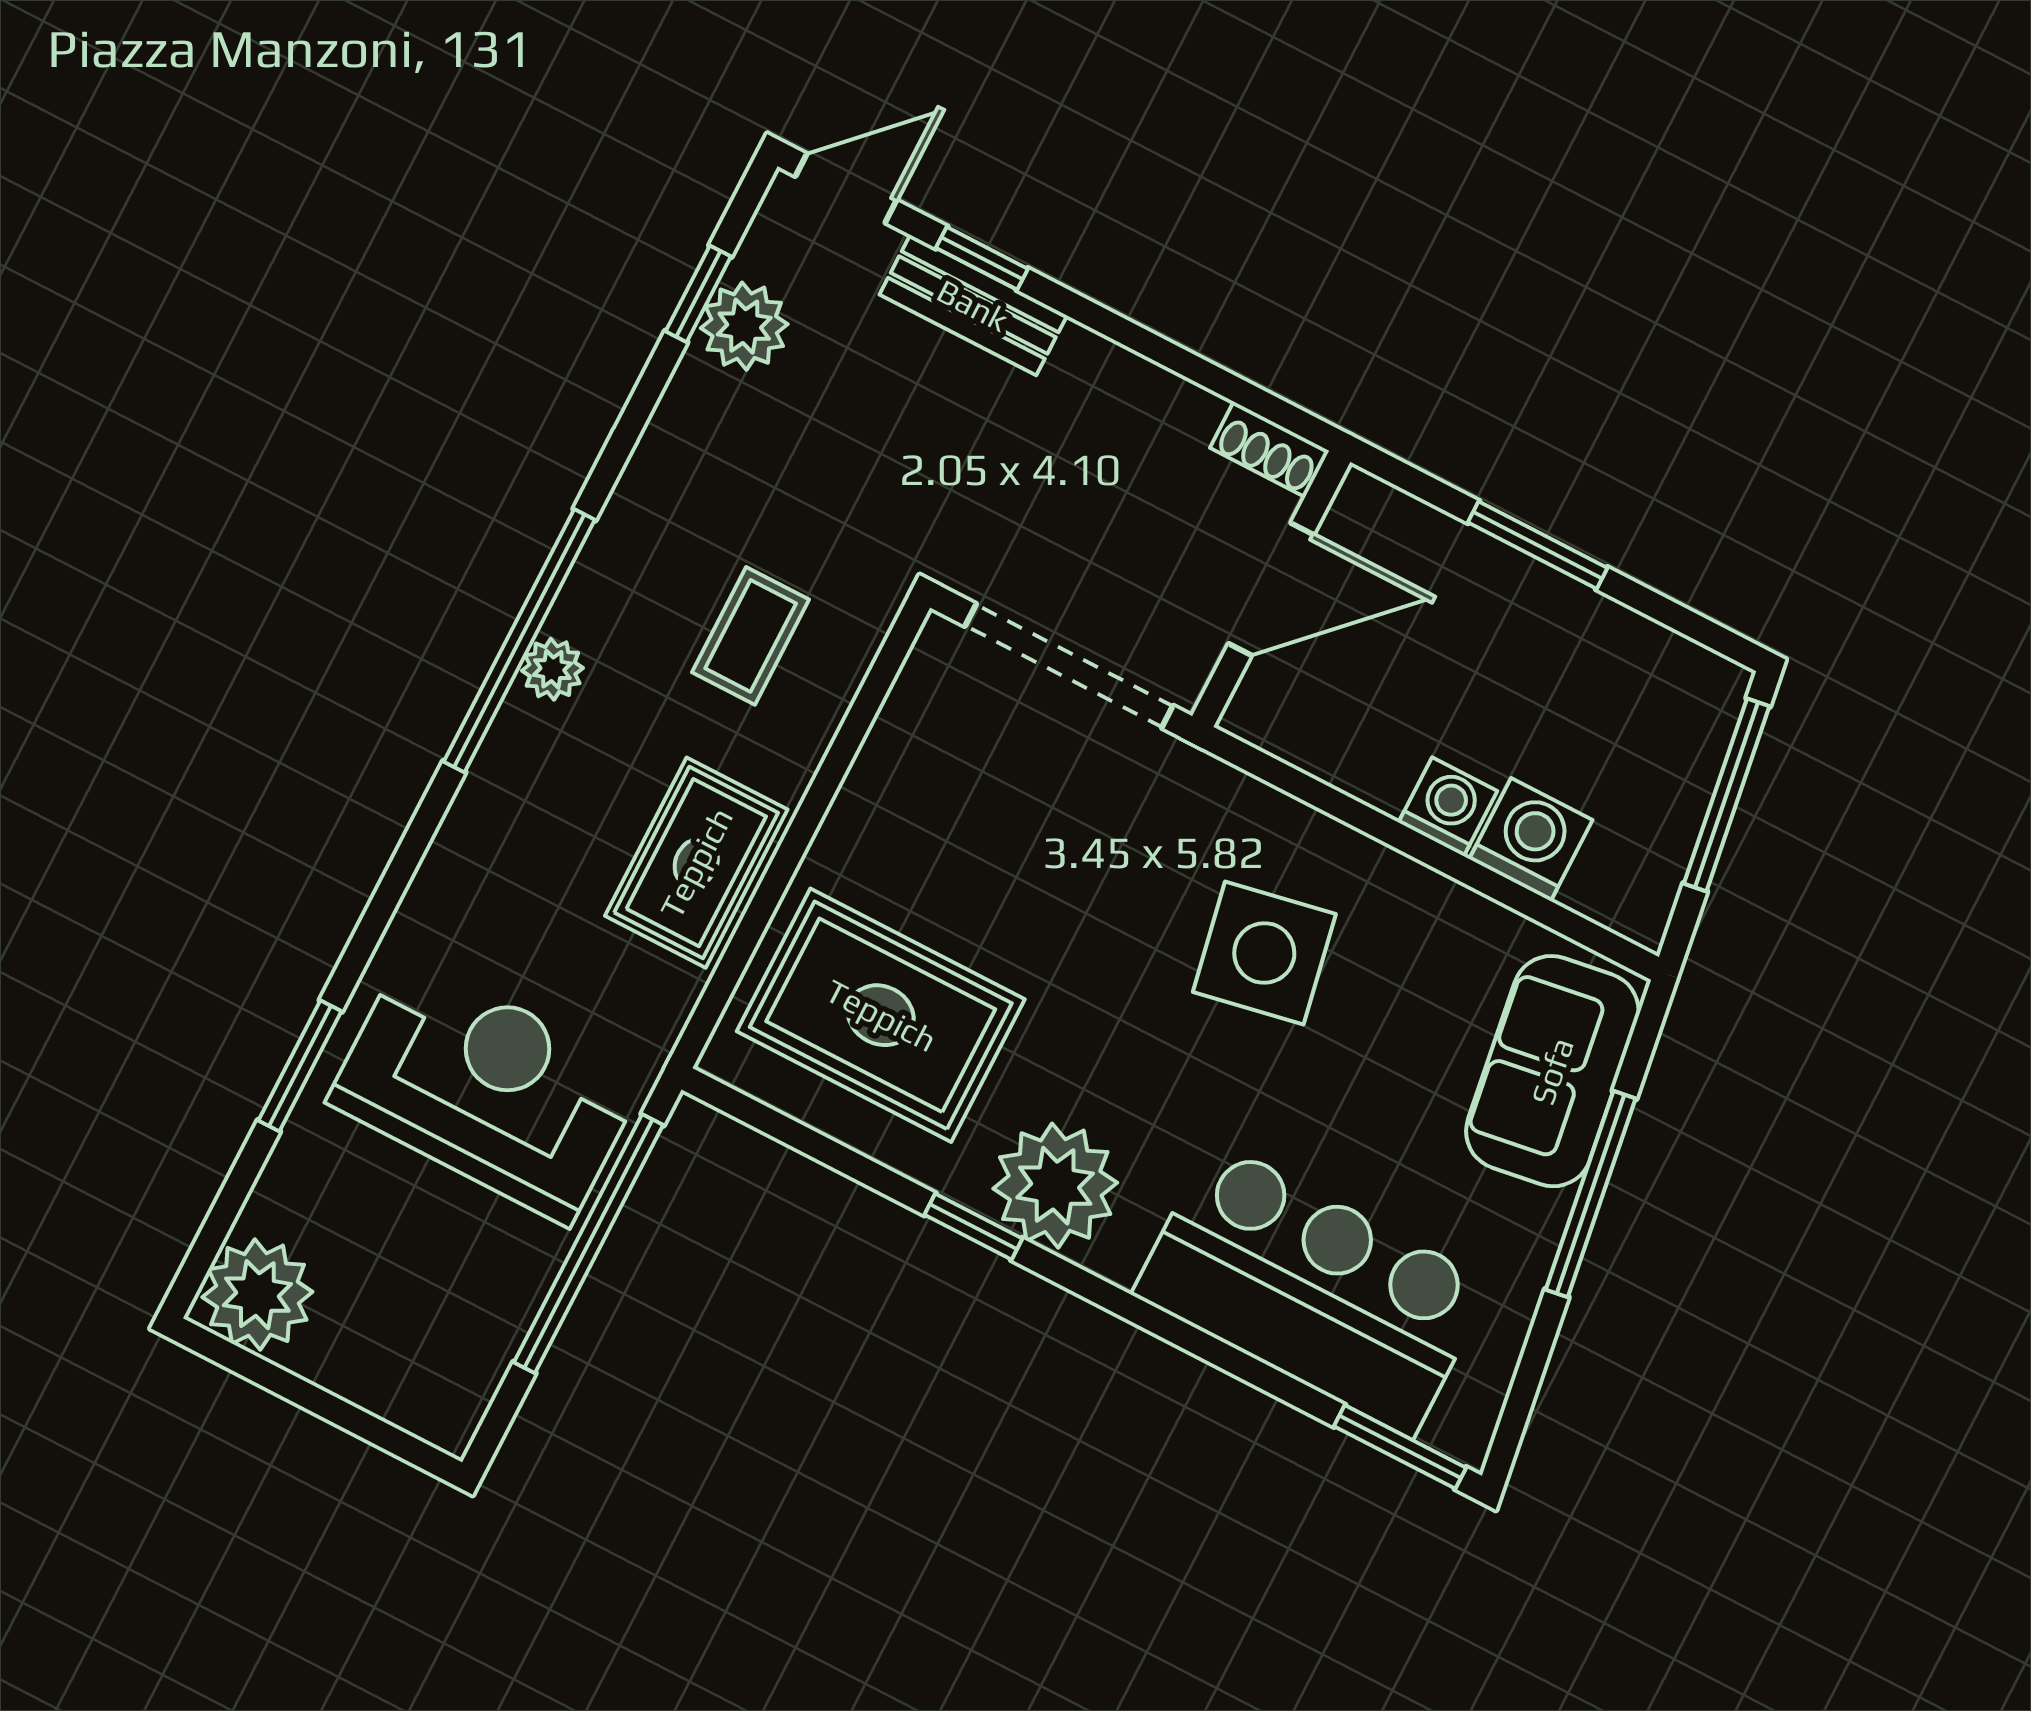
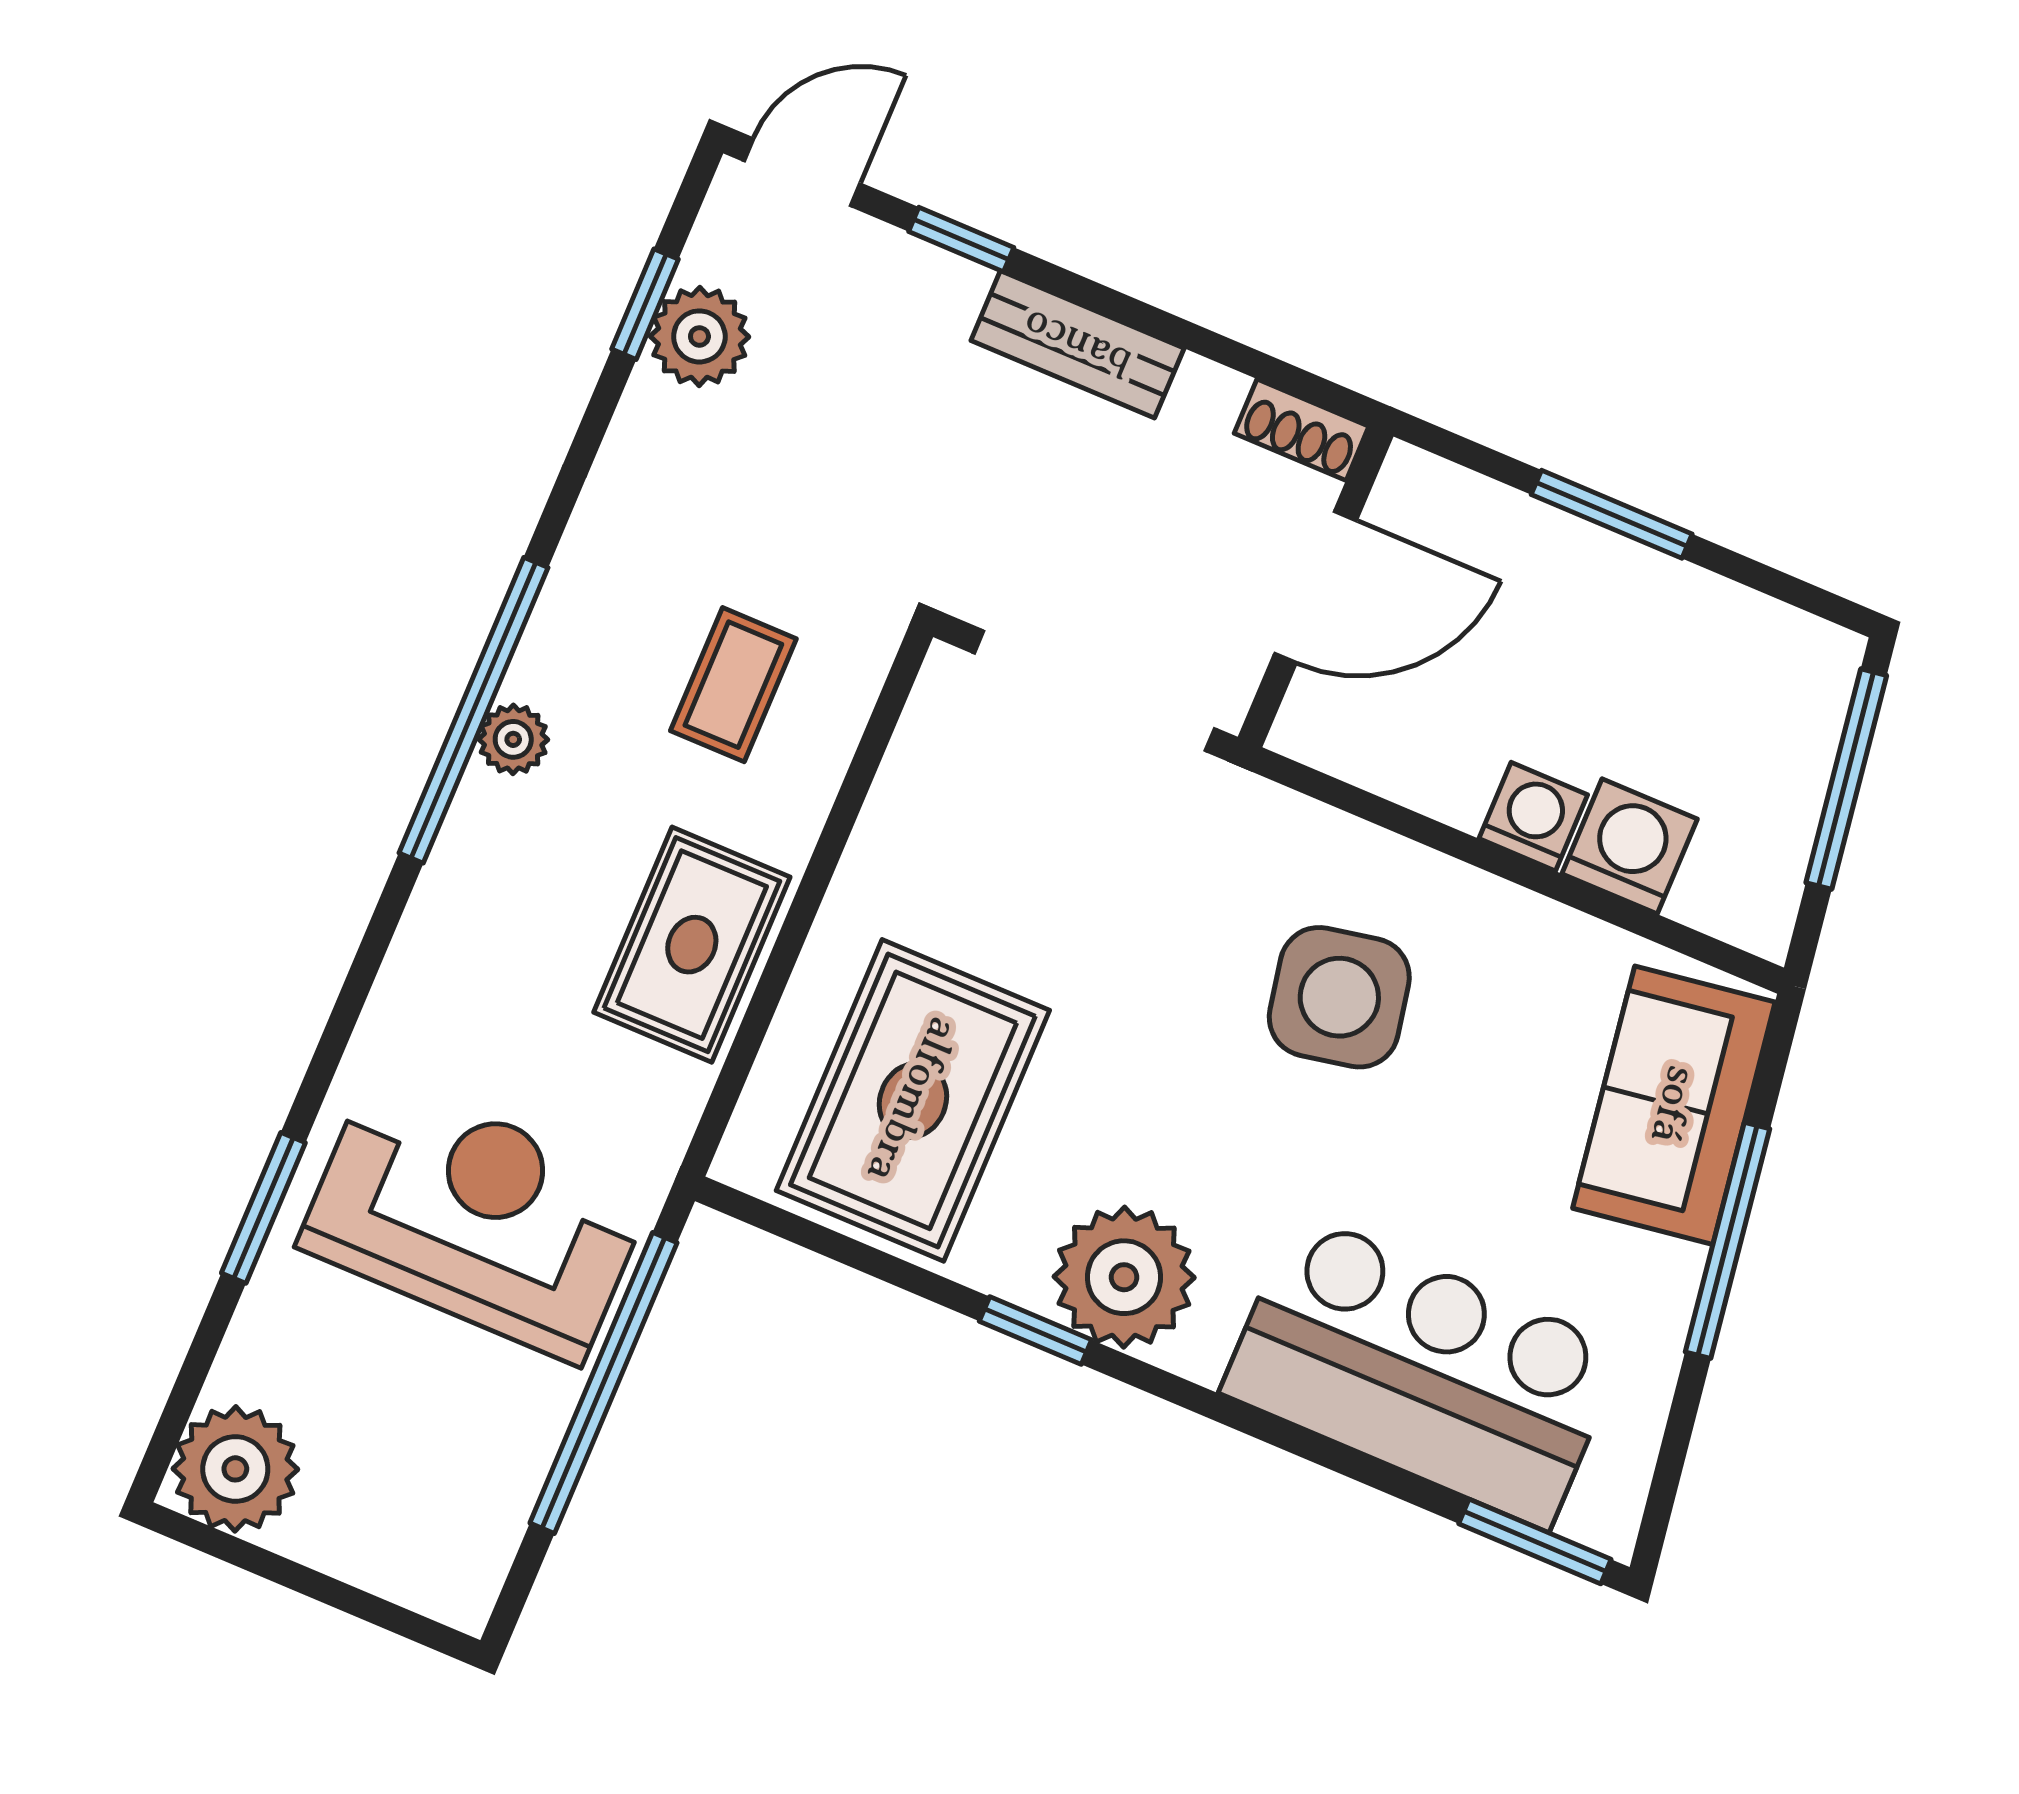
bench: (973, 305) -> (1077, 344), moved
rug: (881, 1015) -> (913, 1100), turned 90

